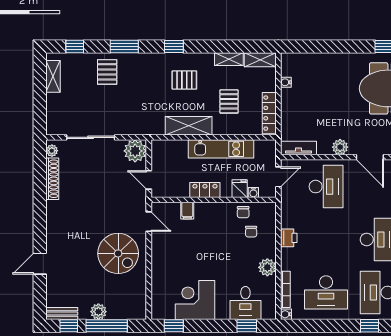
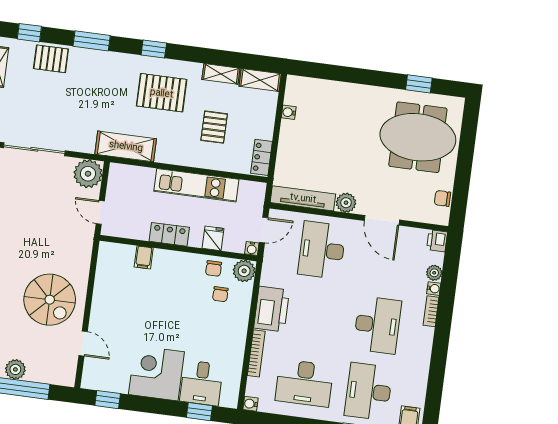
pallet: (107, 72) -> (51, 59), moved, turned 90
pallet: (184, 80) -> (162, 93), width x1.50, depth x1.42
locker: (269, 113) -> (261, 157), width x0.66
shelving: (189, 126) -> (126, 146), moved
tv unit: (299, 148) -> (303, 198), width x1.41
desk: (326, 187) -> (322, 250), turned 180
water cooler: (253, 193) -> (252, 248), moved
door: (149, 222) -> (83, 343), moved
printer: (289, 238) -> (272, 309), width x1.87, depth x1.48
plant: (267, 267) -> (244, 271), moved
bookcase: (285, 289) -> (256, 353), moved
corner desk: (195, 300) -> (156, 373), moved

